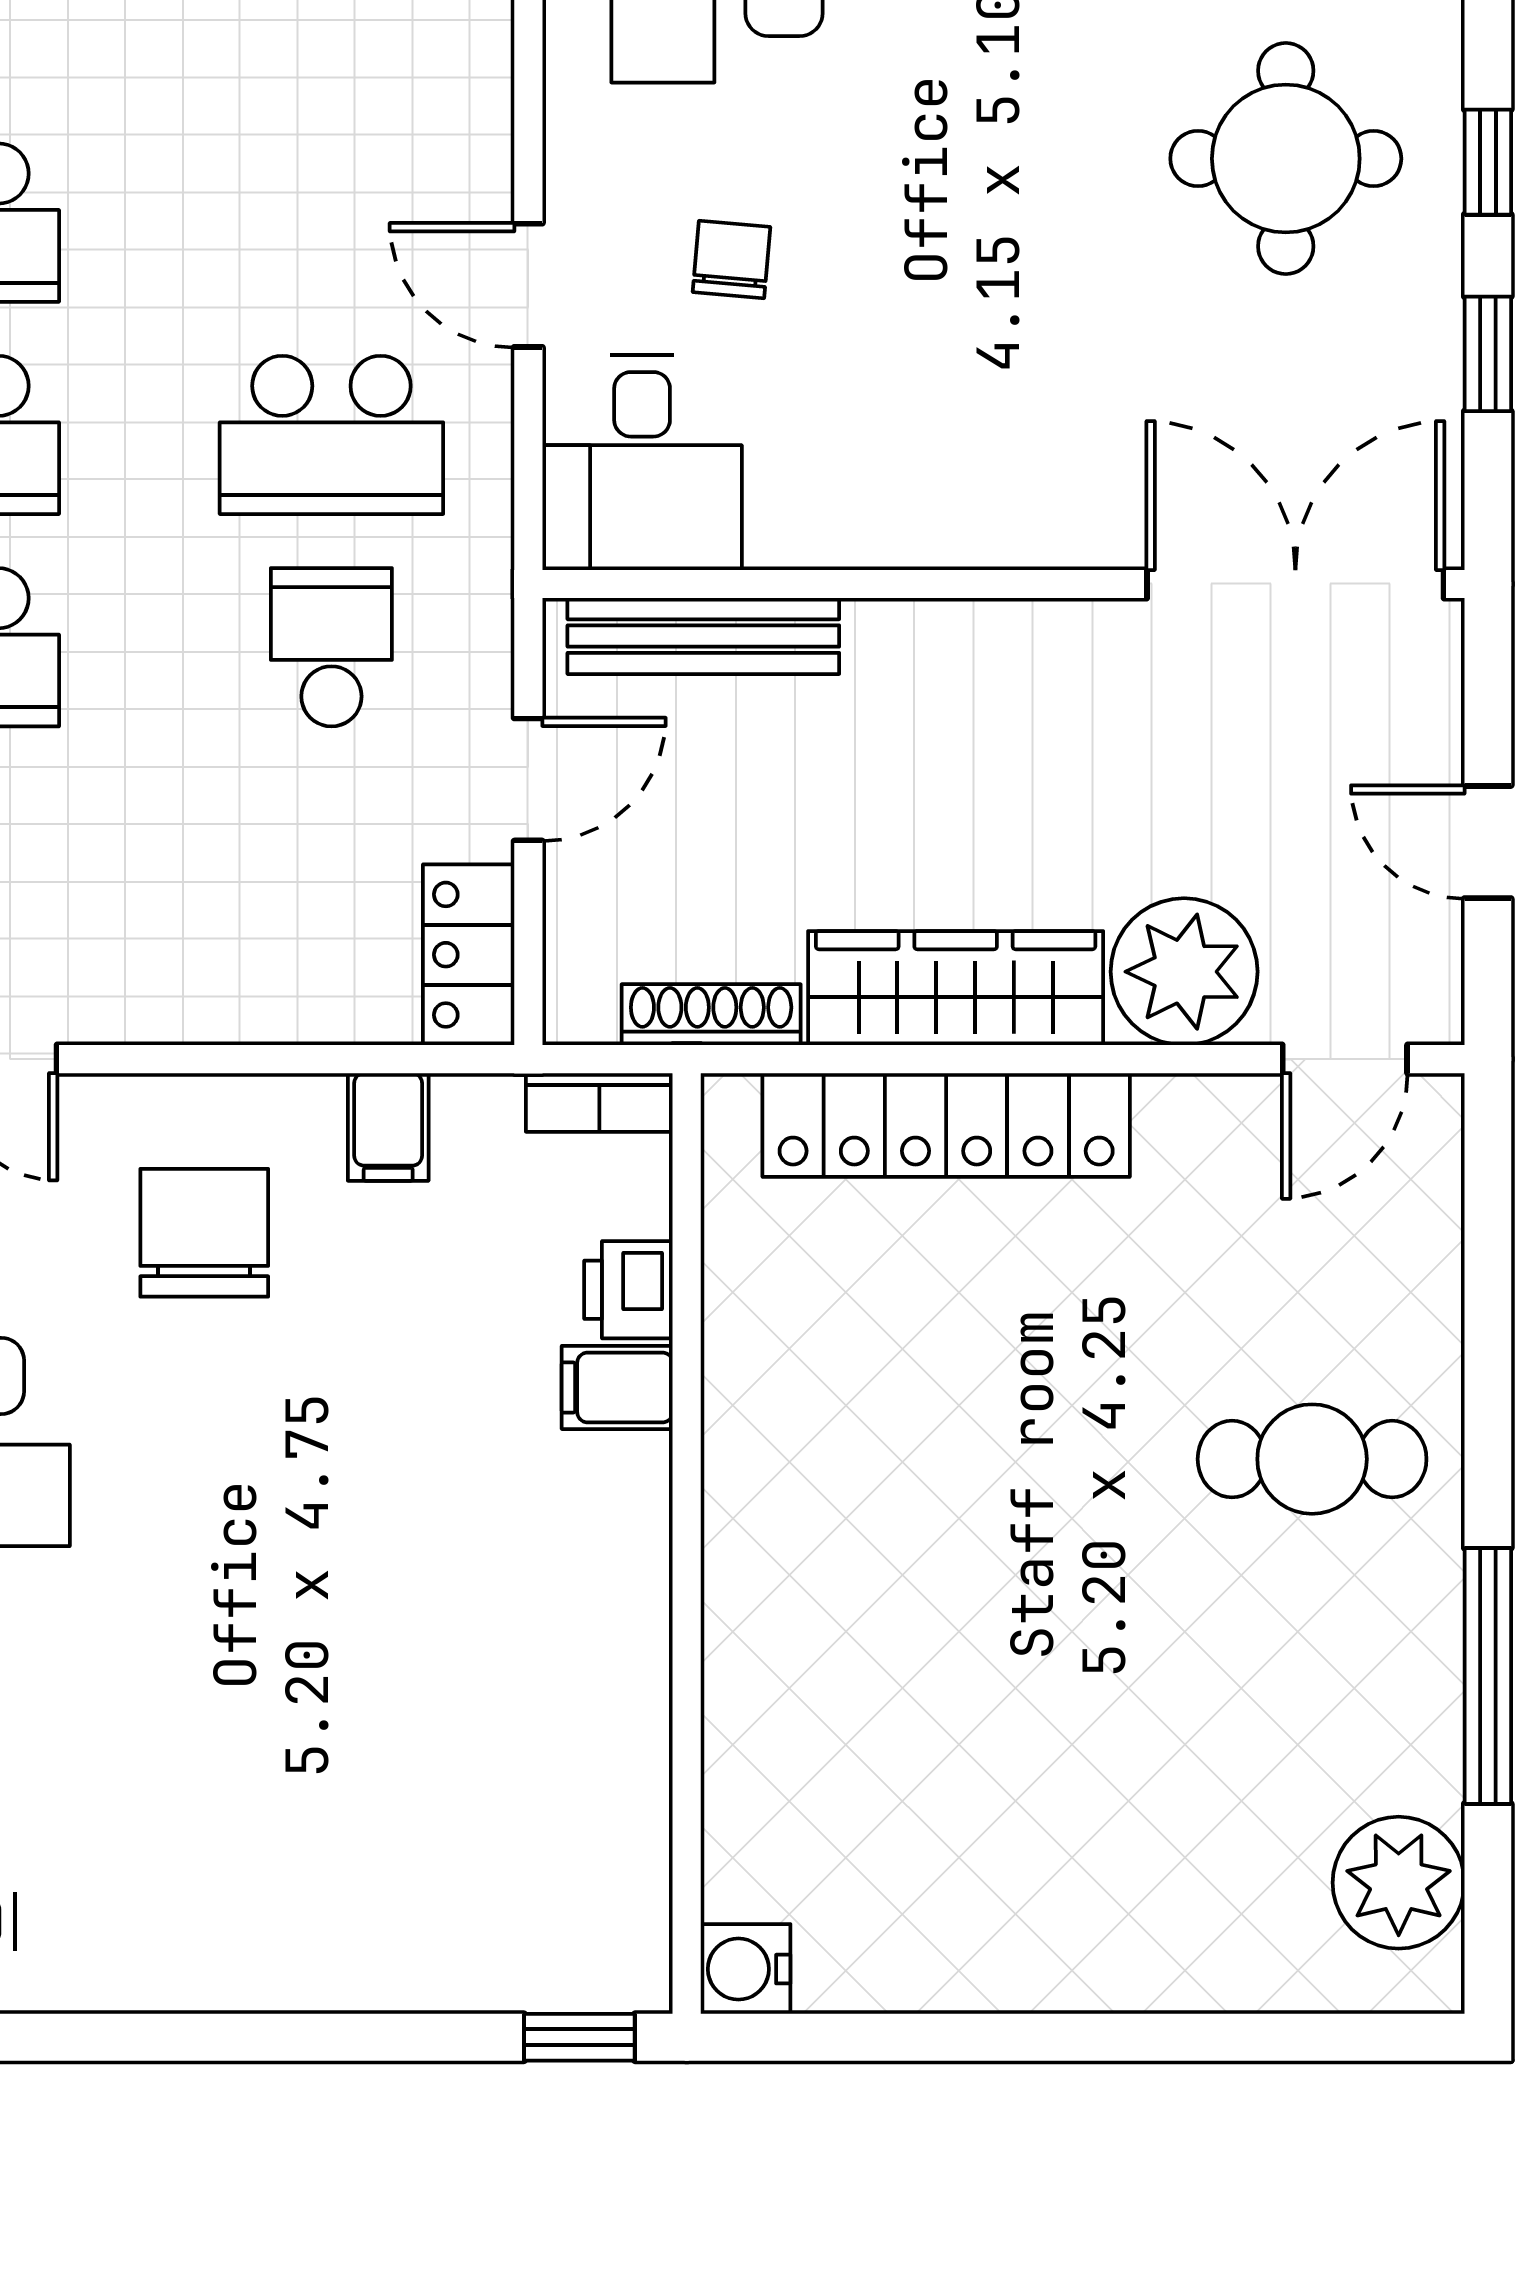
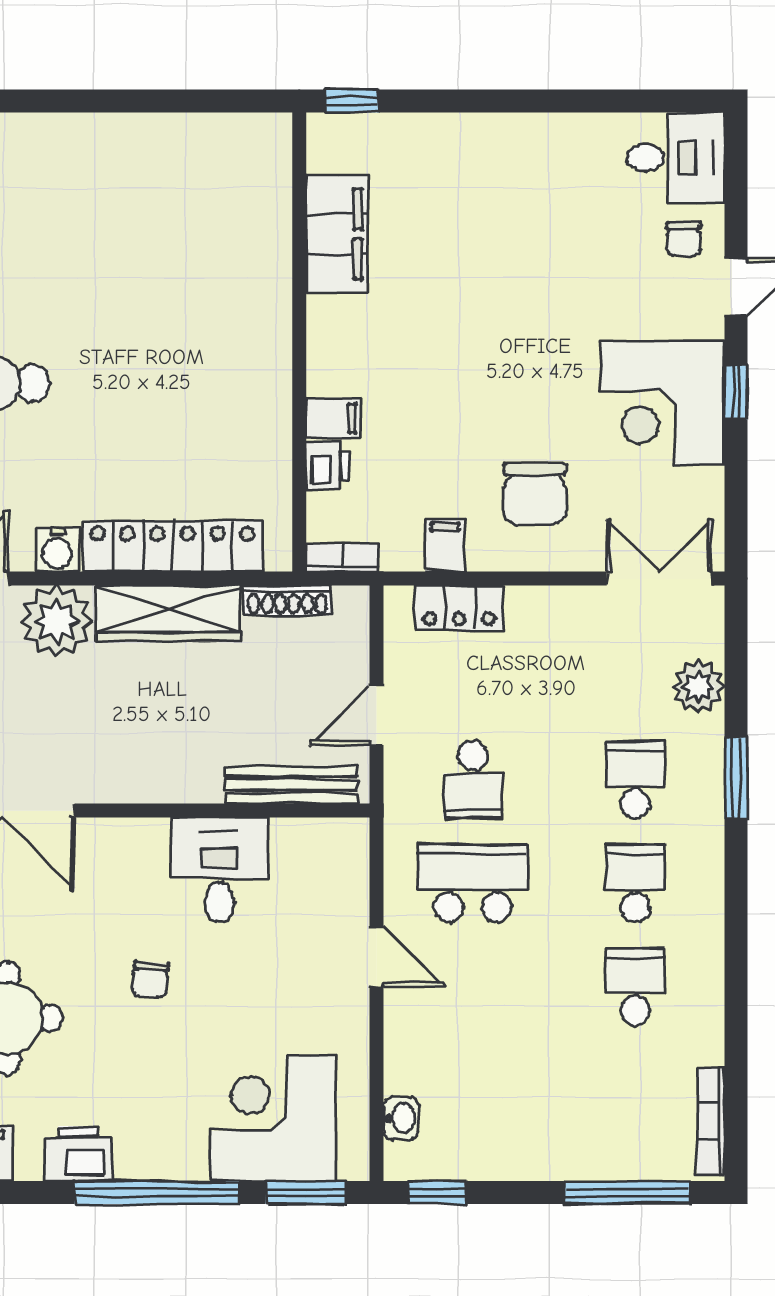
chair: (731, 260) -> (150, 979), moved
desk: (642, 462) -> (219, 870), moved
locker: (469, 955) -> (459, 608), moved, turned 90
filing cabinet: (610, 1765) -> (337, 234), added
water cooler: (746, 1969) -> (57, 550), moved, turned 90

